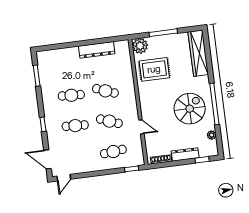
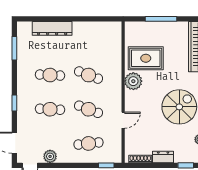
plant: (140, 46) -> (133, 81), moved
dresser: (97, 50) -> (52, 28), moved
door: (141, 127) -> (123, 120), hinge flipped
dresser: (185, 154) -> (163, 157), width x0.70
plant: (81, 167) -> (50, 156), added

